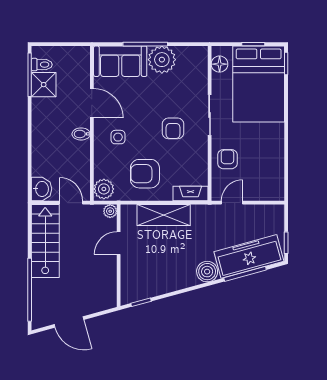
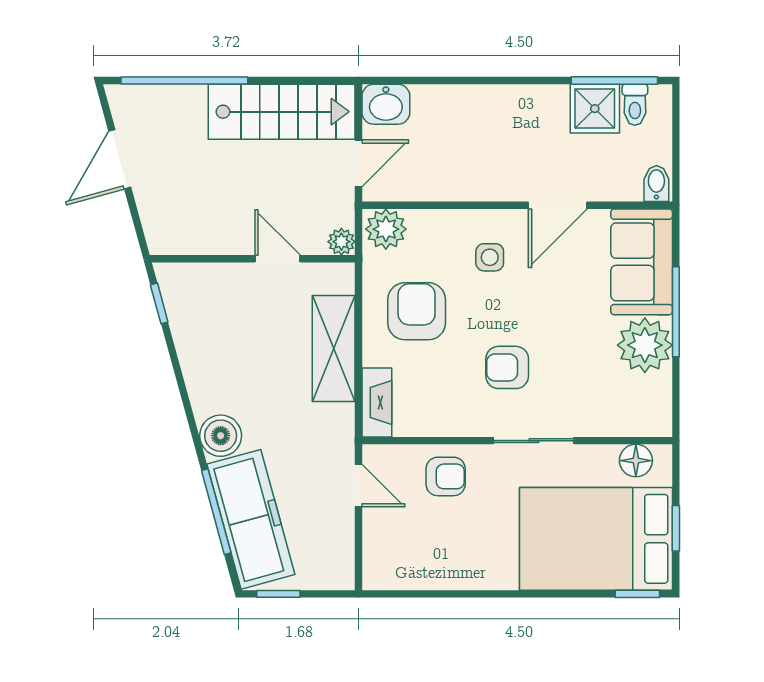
bidet: (81, 134) -> (656, 184), moved

